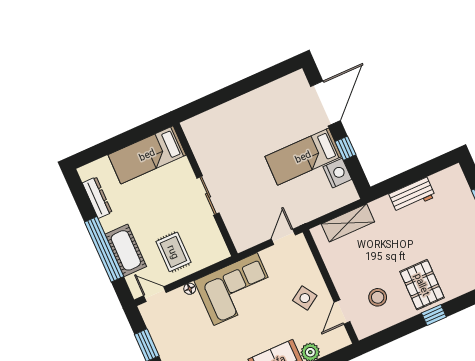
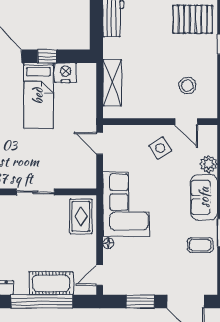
rug: (173, 252) -> (81, 216), moved, turned 90
pallet: (422, 285) -> (193, 19), moved

